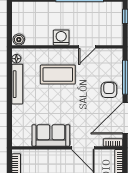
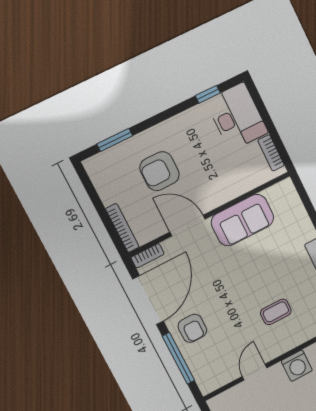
coffee table: (58, 75) -> (276, 312), width x0.54, depth x0.58

